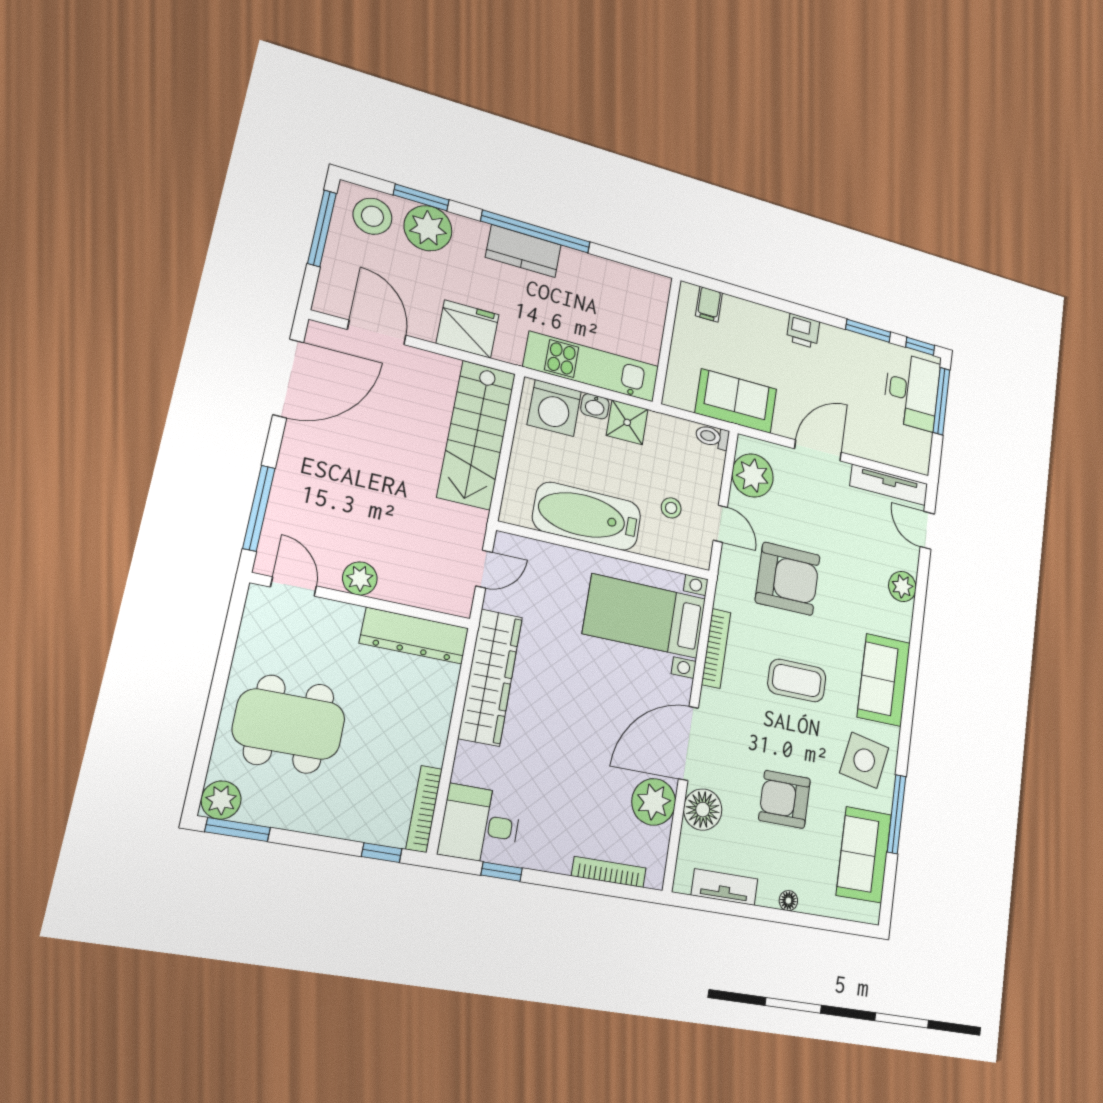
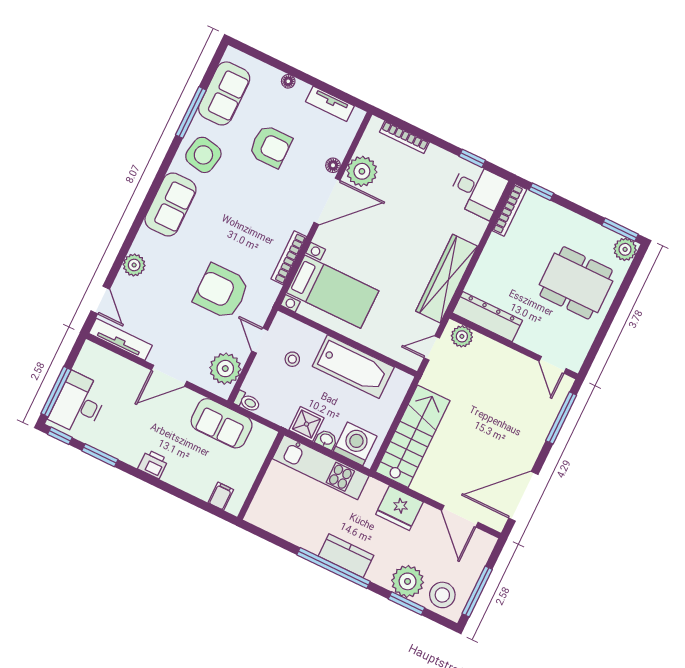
plant: (360, 579) -> (462, 336), moved
coffee table: (797, 681) -> (237, 221), removed
floor lamp: (703, 810) -> (333, 165), width x0.53, depth x0.53

